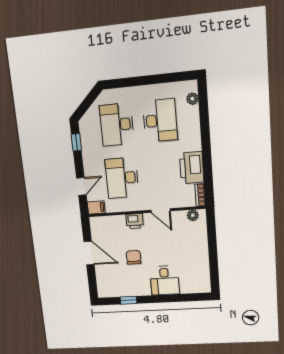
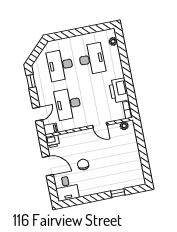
printer: (135, 221) -> (53, 141), moved
desk: (165, 280) -> (67, 188), moved
window: (128, 300) -> (118, 193), moved

